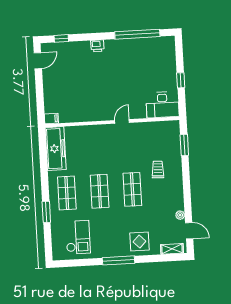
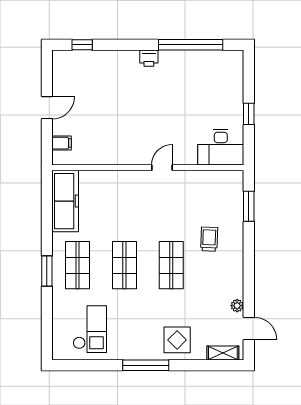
printer: (97, 46) -> (149, 58), moved
door: (38, 61) -> (47, 108), moved
filing cabinet: (51, 119) -> (62, 143), moved
window: (46, 212) -> (47, 271), moved

